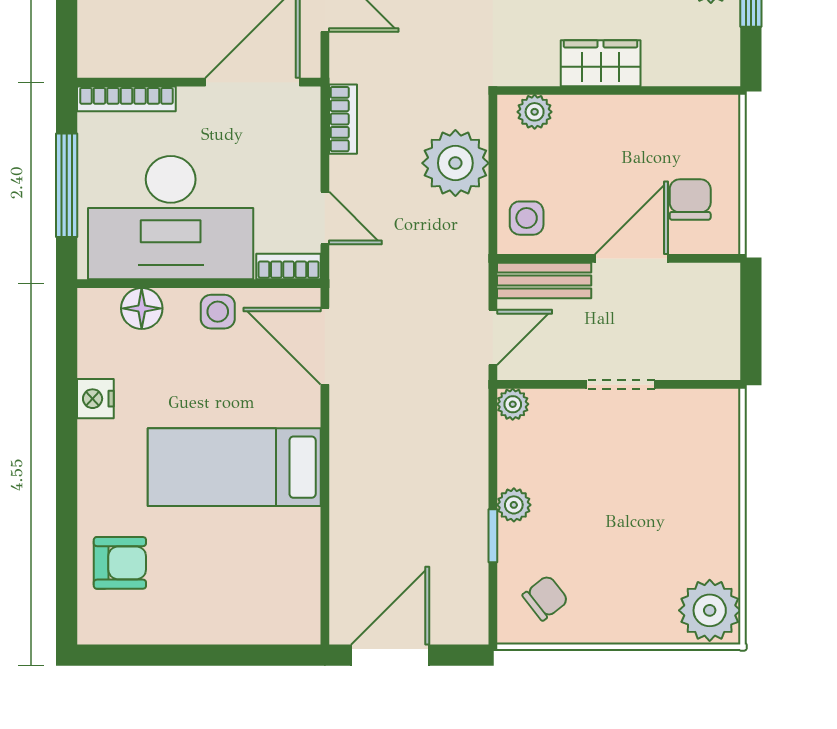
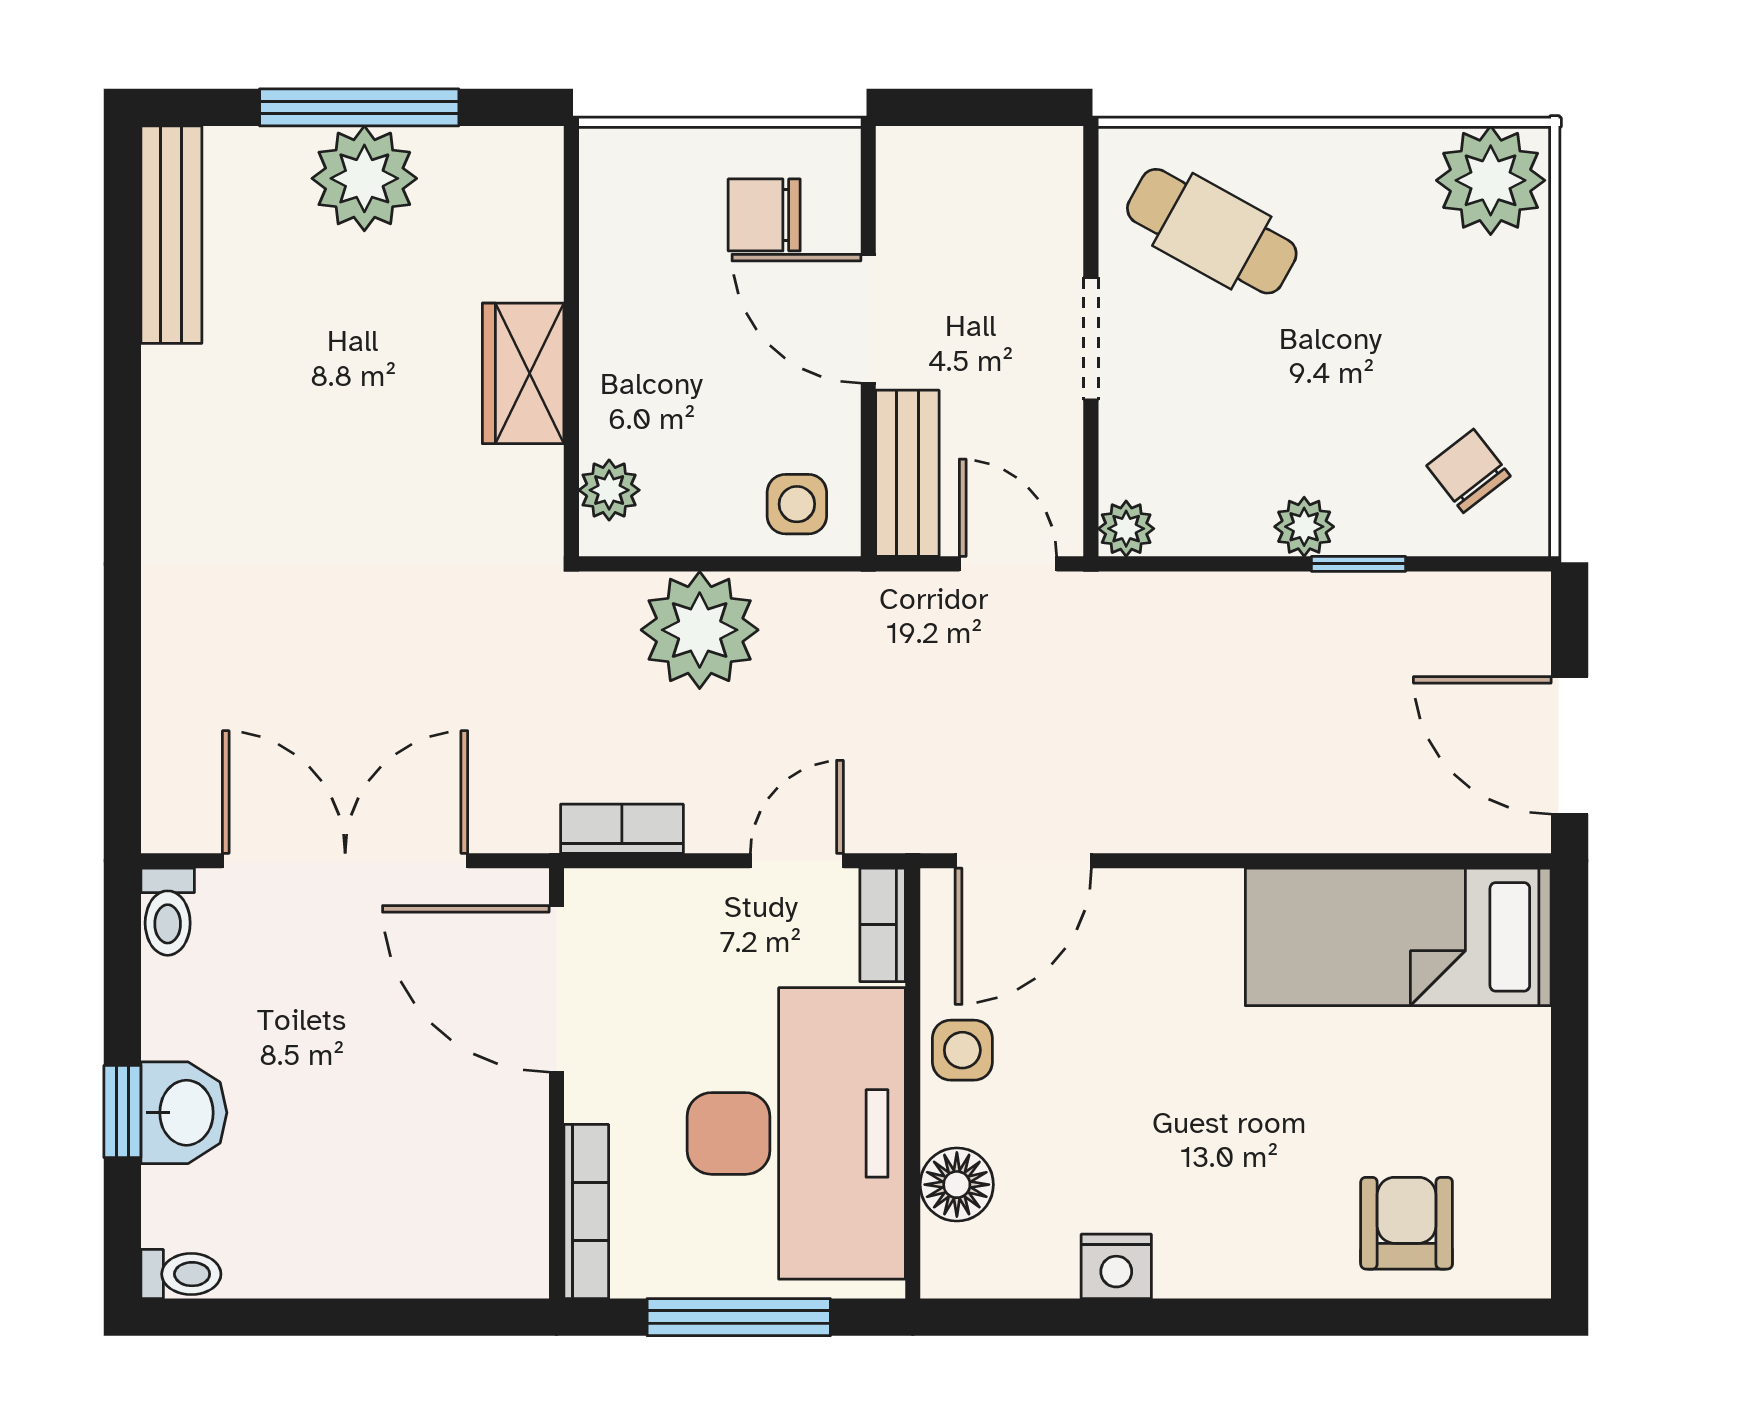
cafe table: (681, 453) -> (1212, 231), added
bed: (234, 467) -> (1398, 937), moved, turned 90

